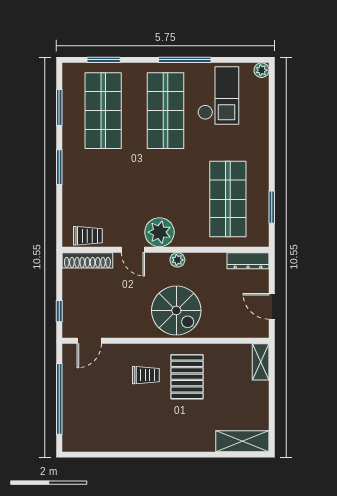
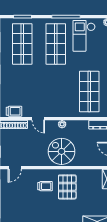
checkout: (218, 95) -> (84, 36), turned 180
plant: (159, 232) -> (52, 109), removed
spiral stairs: (176, 311) -> (62, 151), turned 180

